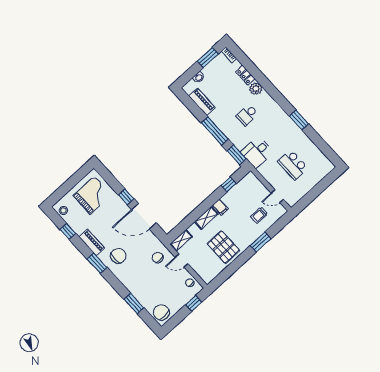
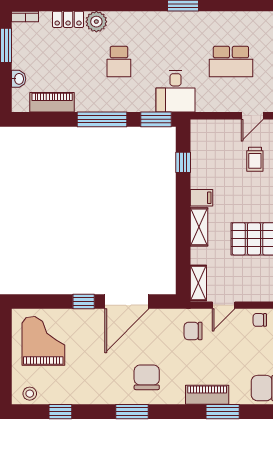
piano: (92, 243) -> (207, 395), moved

